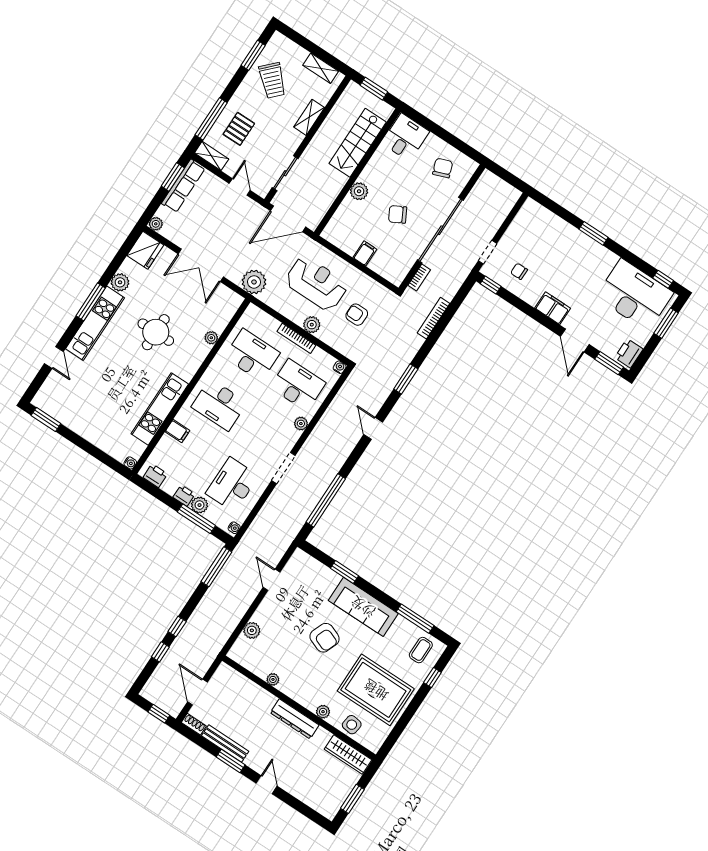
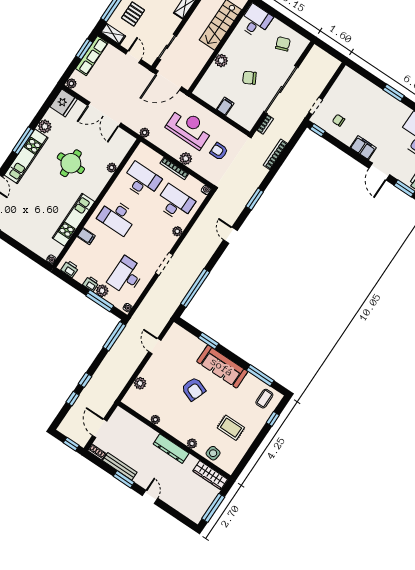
plant: (254, 282) -> (145, 133), width x0.53, depth x0.53
rug: (376, 690) -> (231, 428), width x0.54, depth x0.49
window: (352, 799) -> (213, 508), width x1.44

